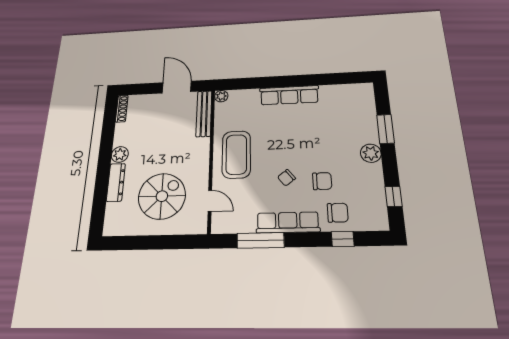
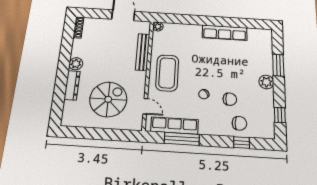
row of seats: (289, 95) -> (225, 33), moved
bench: (204, 114) -> (143, 52), moved
row of seats: (288, 222) -> (175, 126), moved

